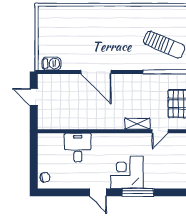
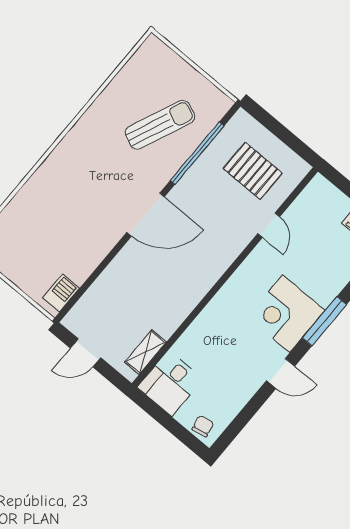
door: (96, 72) -> (146, 215), moved
shelving: (137, 124) -> (145, 352), moved
desk: (78, 148) -> (170, 383), moved, turned -90

